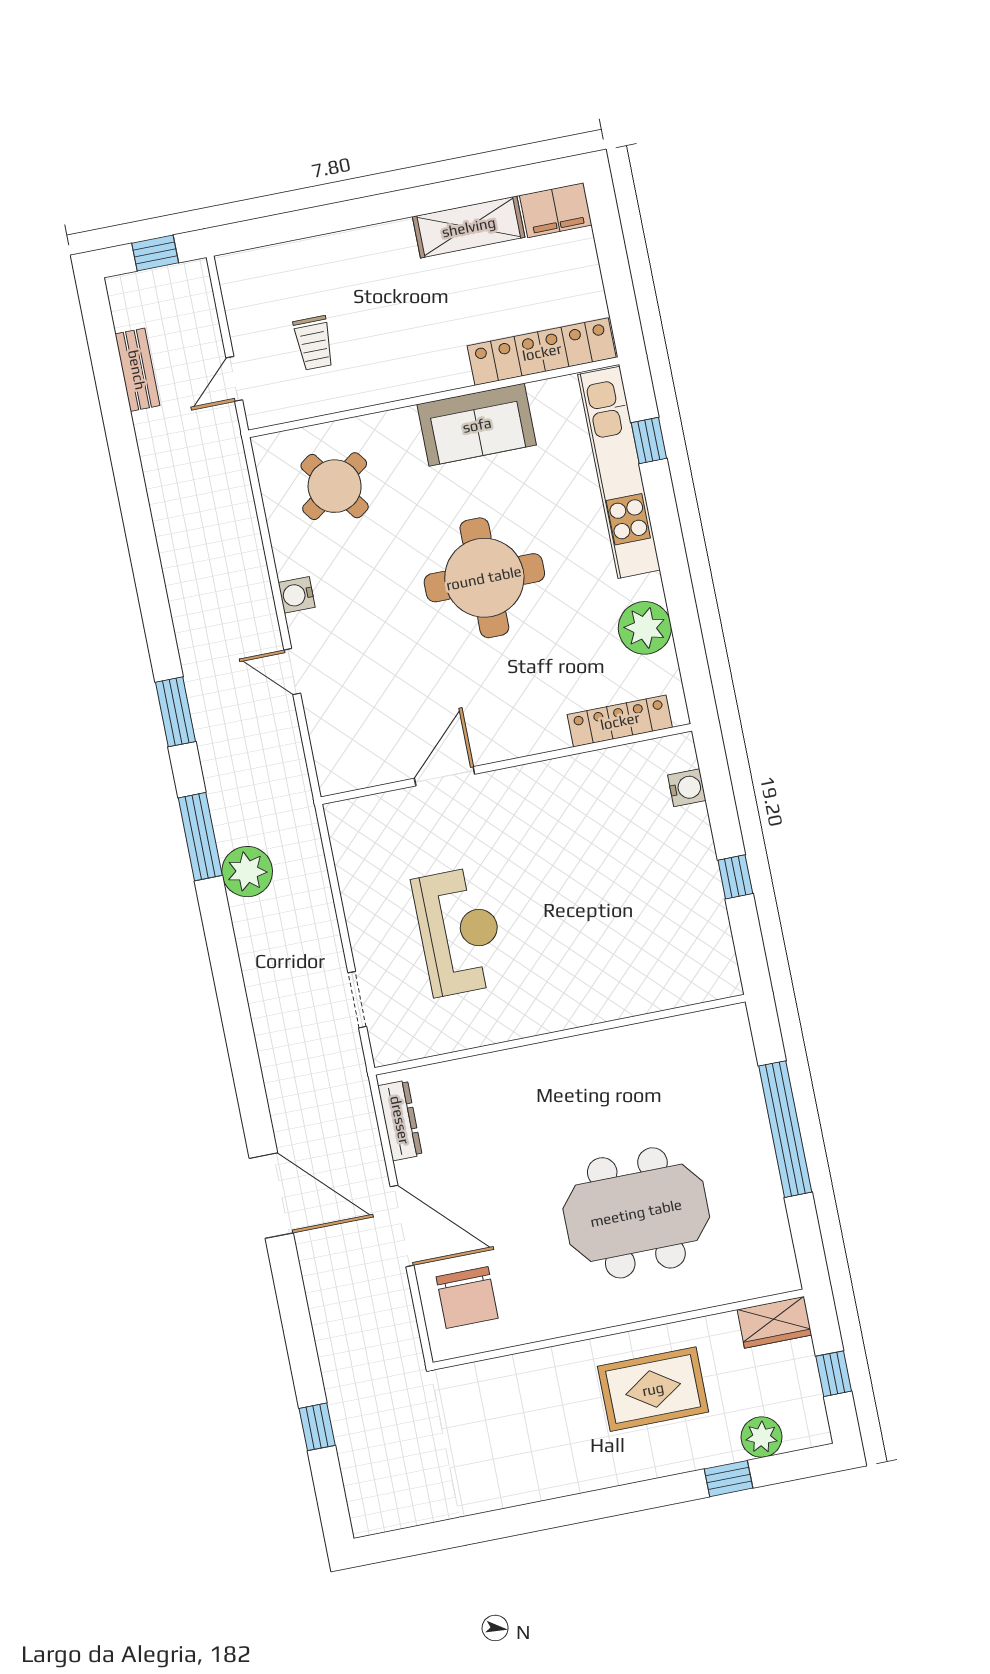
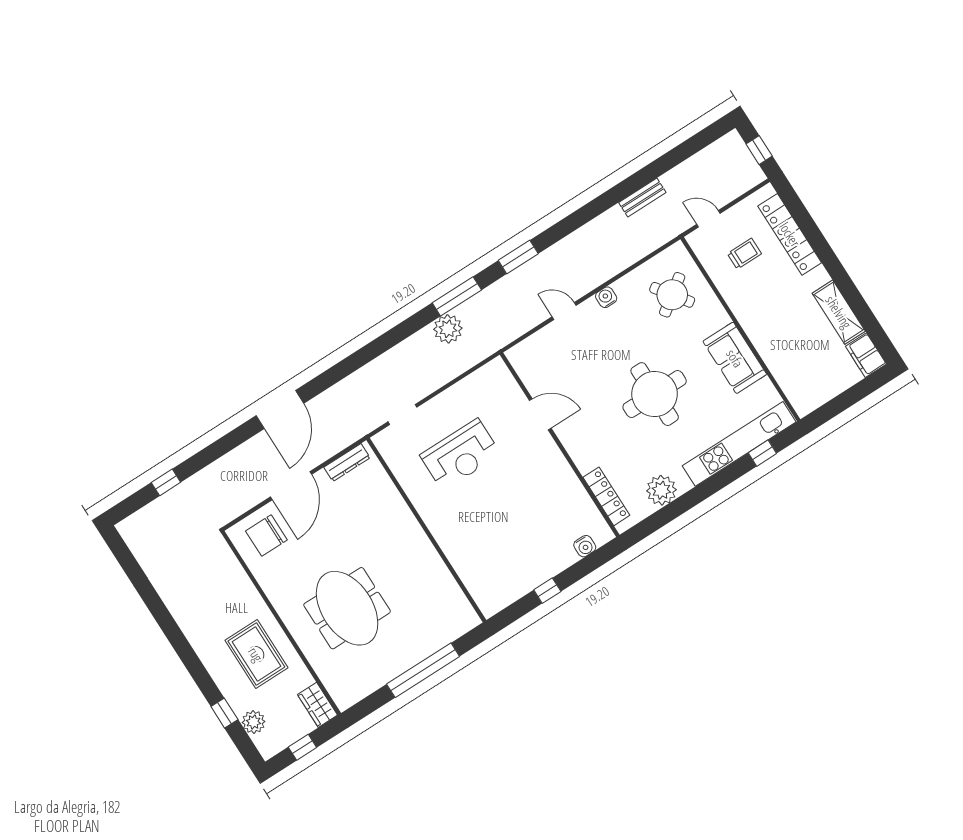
trolley: (314, 343) -> (744, 254), turned 180
locker: (542, 352) -> (790, 234), moved, turned 180
bench: (137, 370) -> (642, 198), moved
door: (292, 672) -> (564, 311), hinge flipped

